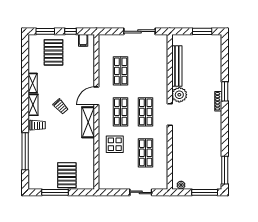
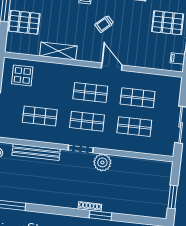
bench: (177, 66) -> (36, 152), moved
shop shelf: (146, 71) -> (134, 127), added
shelving: (88, 122) -> (58, 51), moved
display table: (115, 144) -> (22, 75), moved

